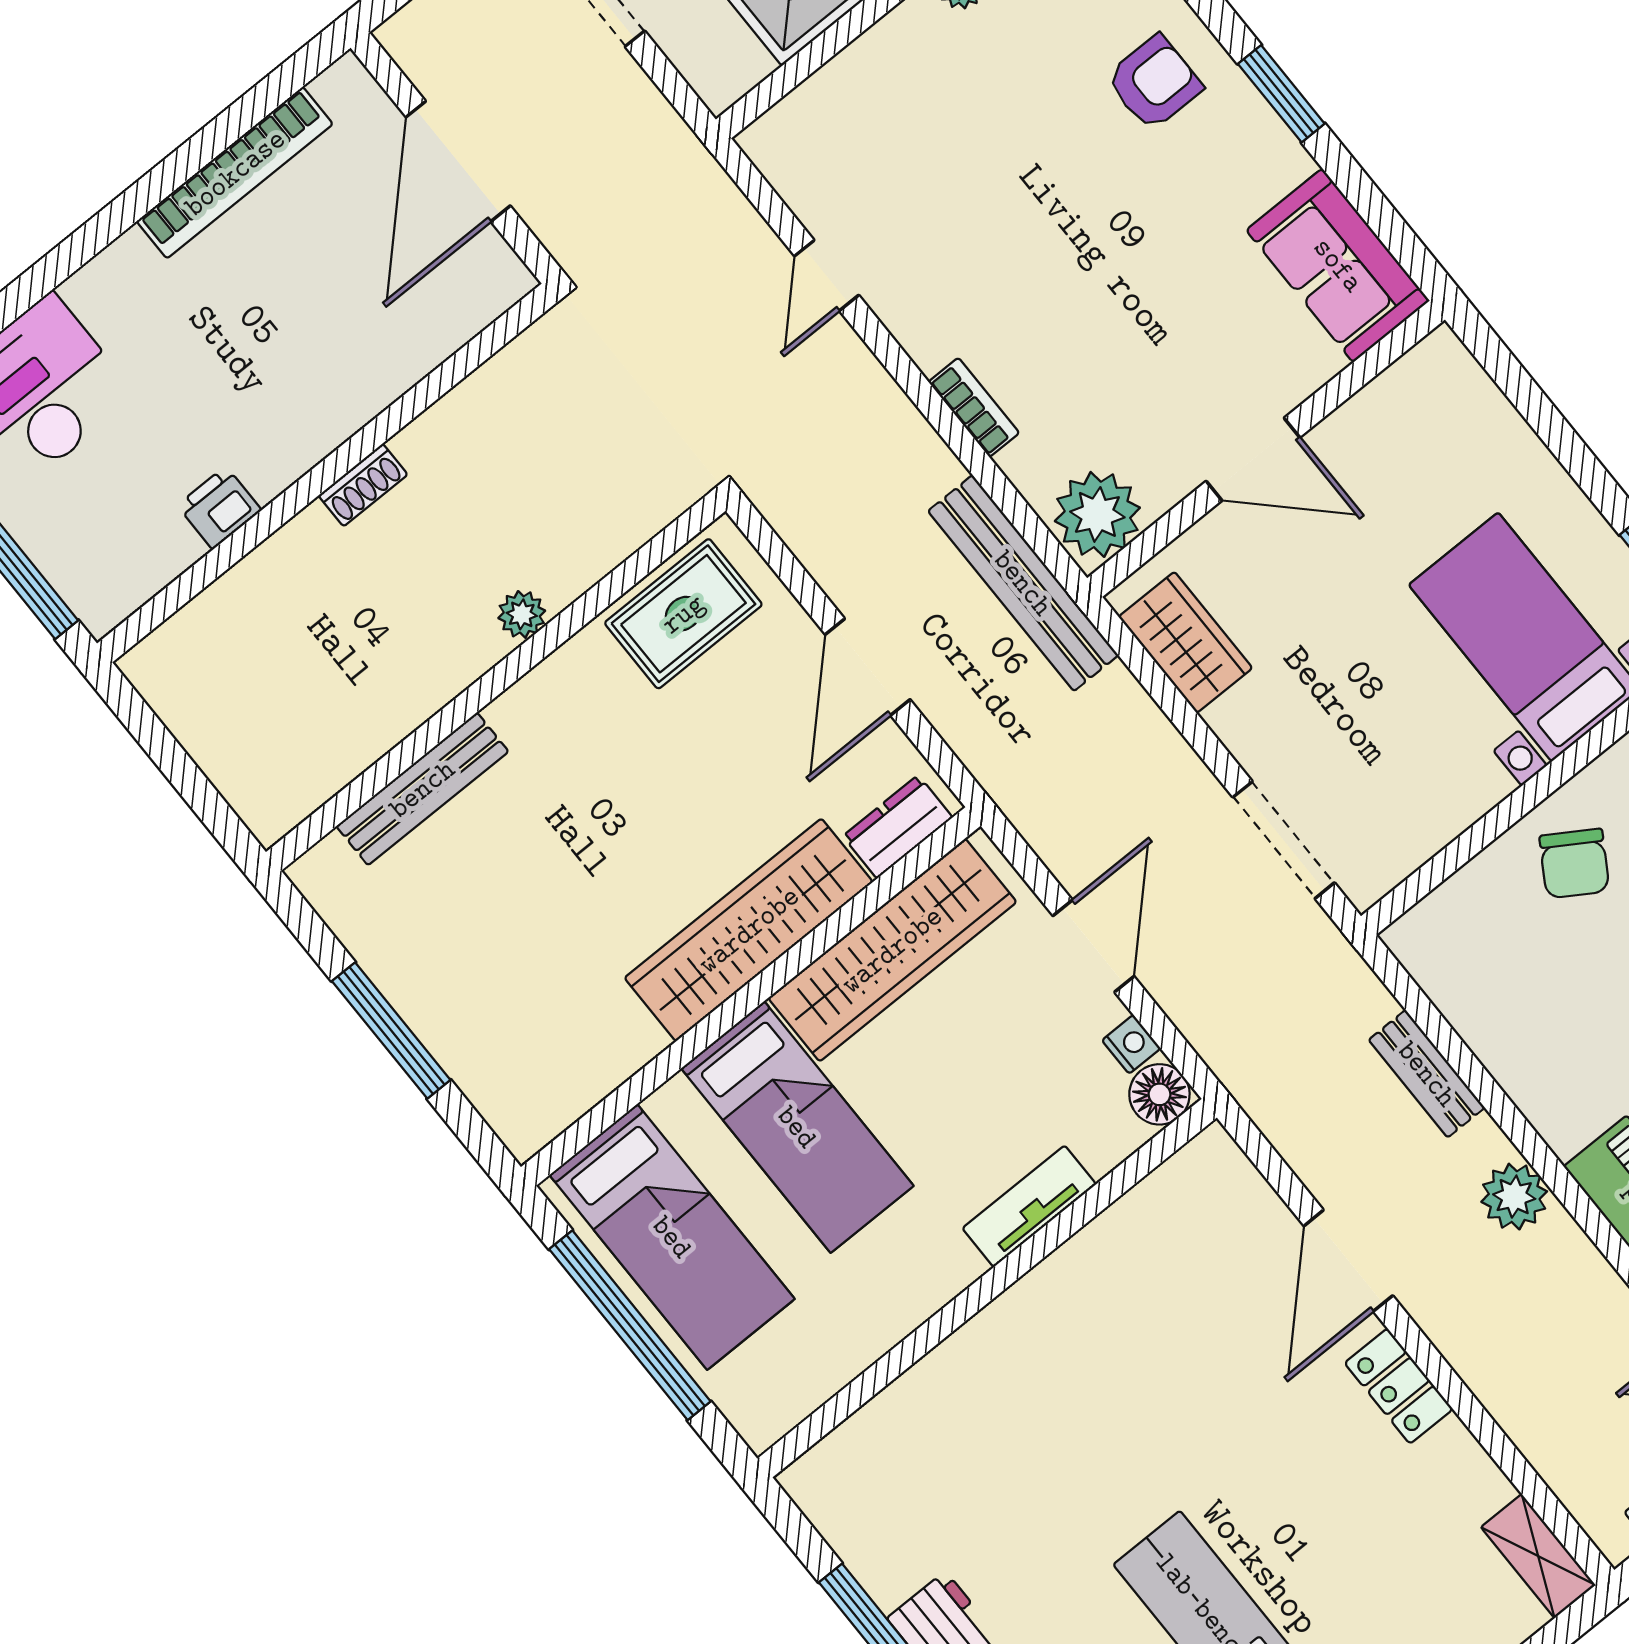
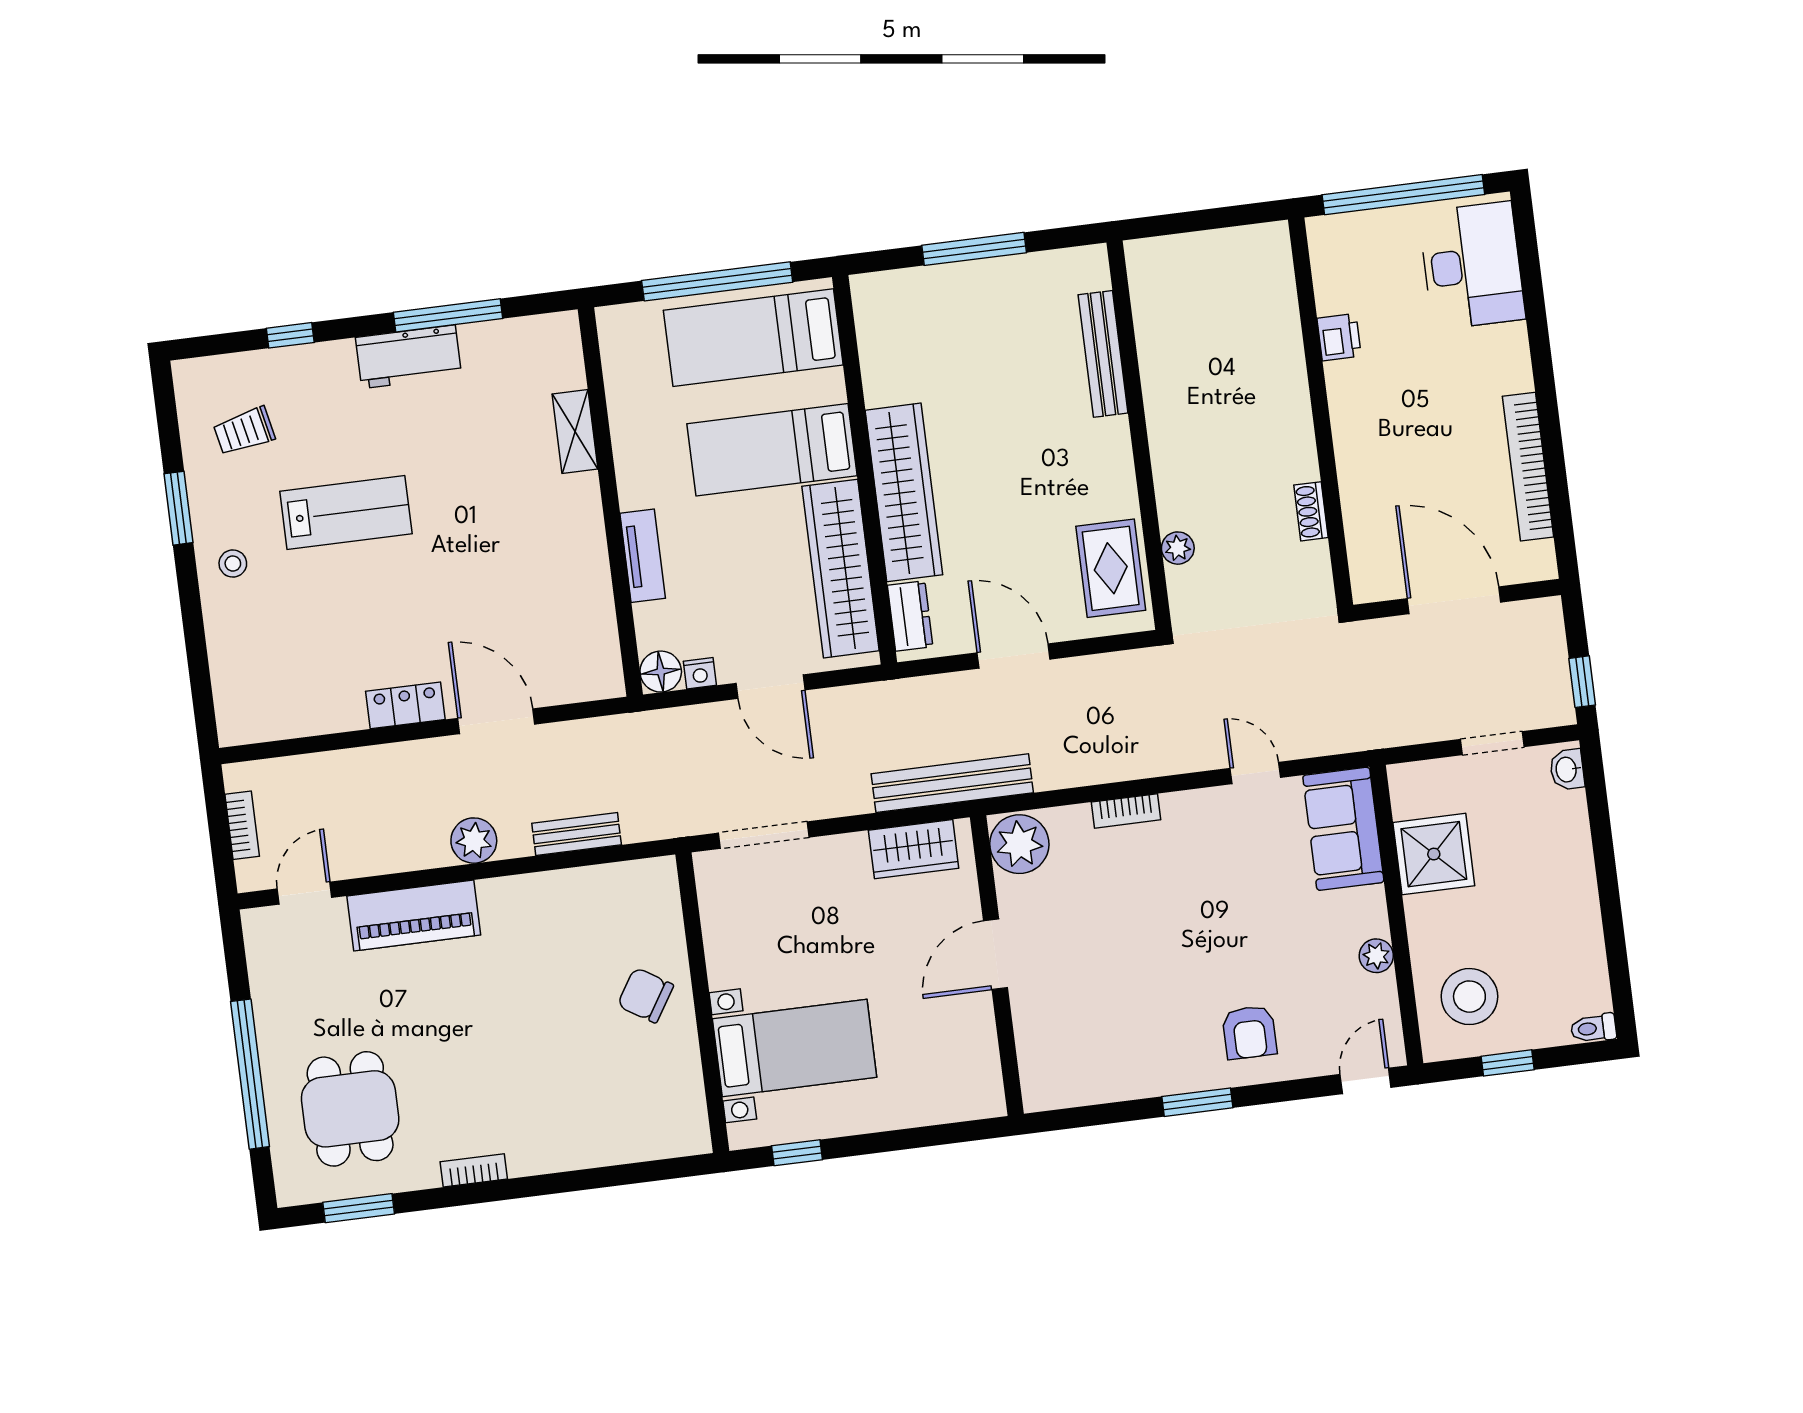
sofa: (1338, 265) -> (1343, 829), moved, turned -90
shoe rack: (363, 485) -> (1311, 511), moved
bench: (1023, 583) -> (952, 783), moved
plant: (522, 614) -> (1178, 548), moved
shelving: (1538, 1556) -> (575, 431), moved, turned 90

